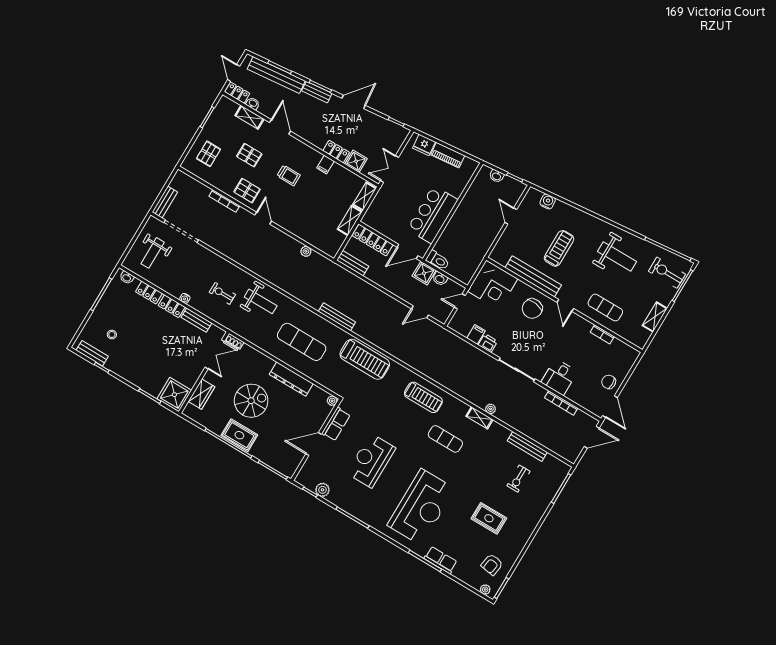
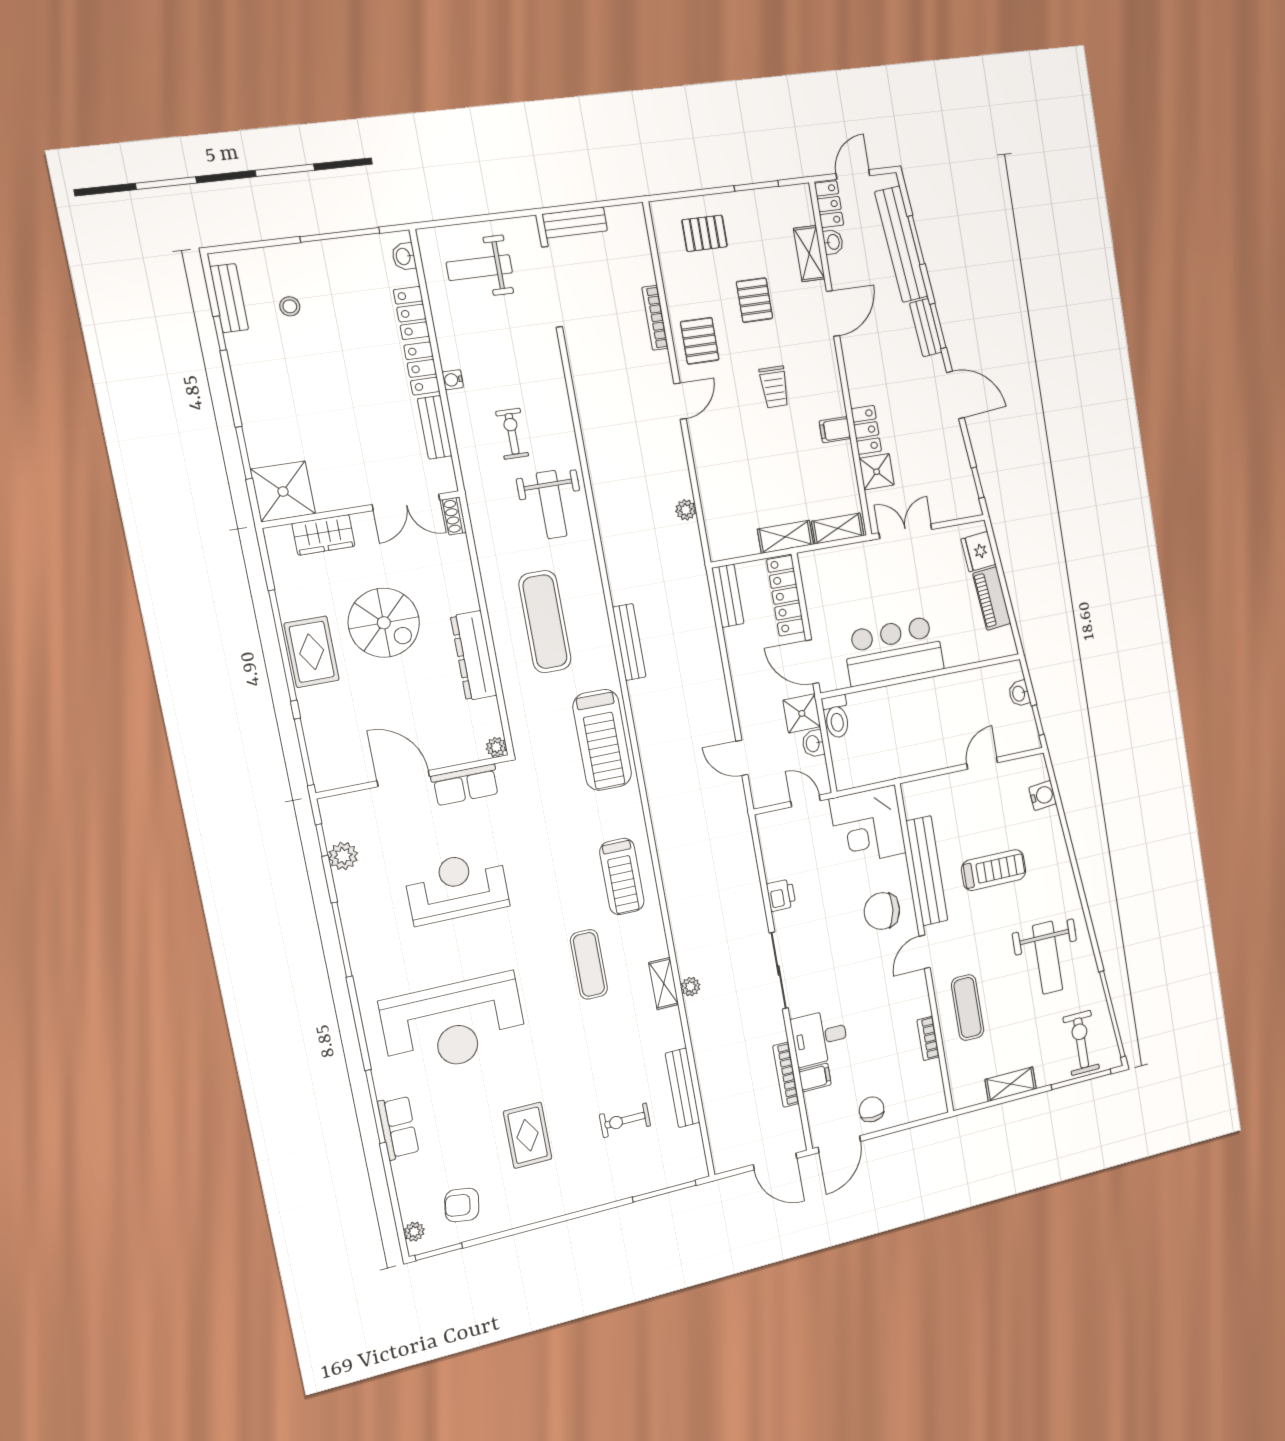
filing cabinet: (476, 334) -> (815, 1078), moved

